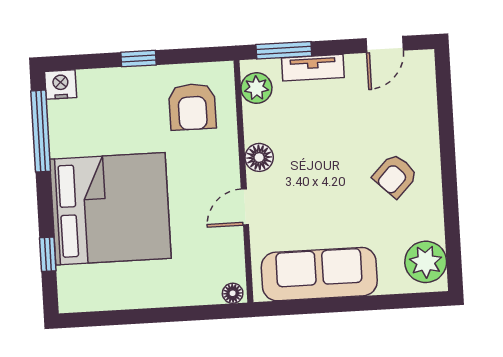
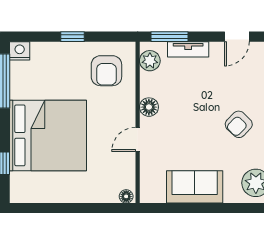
sofa: (319, 274) -> (195, 187), width x0.73

